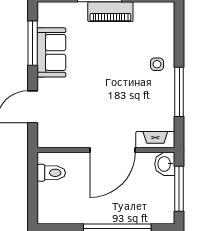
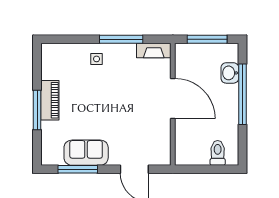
fireplace: (155, 140) -> (154, 51), moved, turned -90
washbasin: (165, 164) -> (230, 73), moved, turned 90
toilet: (51, 173) -> (218, 153), moved

